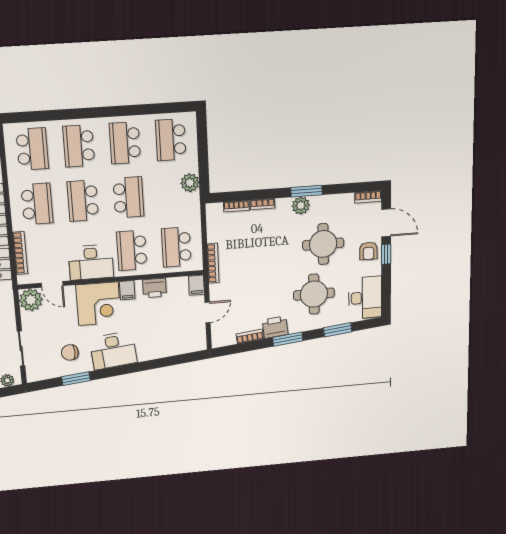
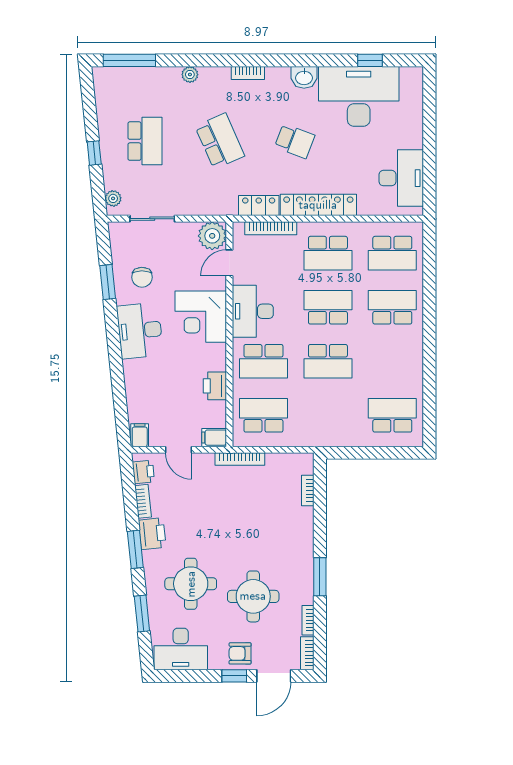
school desk: (125, 143) -> (392, 361), removed
plant: (190, 183) -> (340, 436), removed
bookcase: (262, 204) -> (308, 620), moved
plant: (301, 206) -> (303, 569), removed
school desk: (132, 250) -> (263, 361), turned 180
filing cabinet: (127, 290) -> (140, 435), moved, turned 90
printer: (226, 338) -> (143, 472), added
chair: (70, 352) -> (142, 277), turned 180

